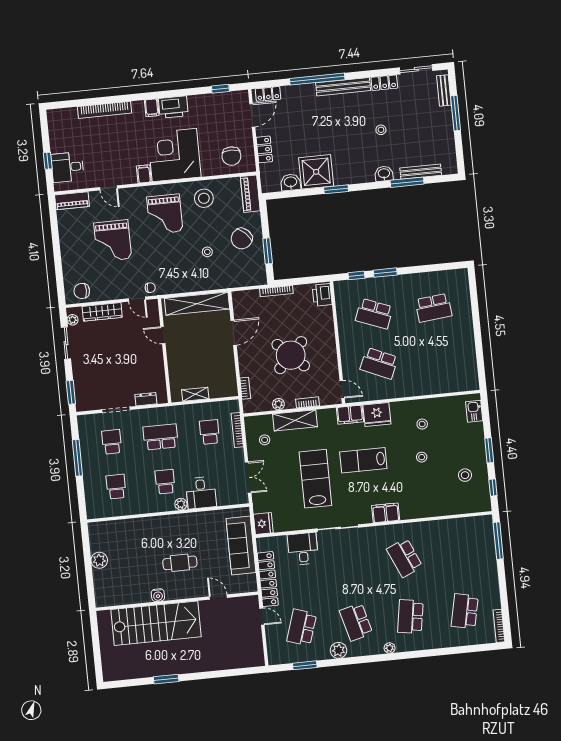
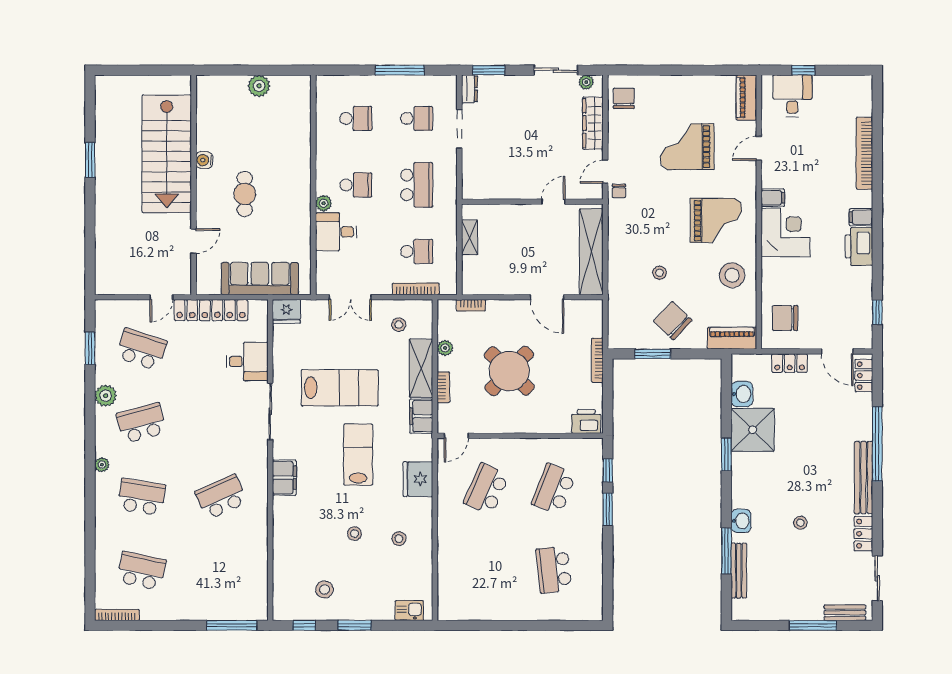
corner desk: (174, 155) -> (785, 233), width x0.74, depth x0.74
grand piano: (165, 214) -> (716, 220), turned 180
dresser: (146, 399) -> (469, 89), moved
filing cabinet: (350, 415) -> (421, 416), moved

